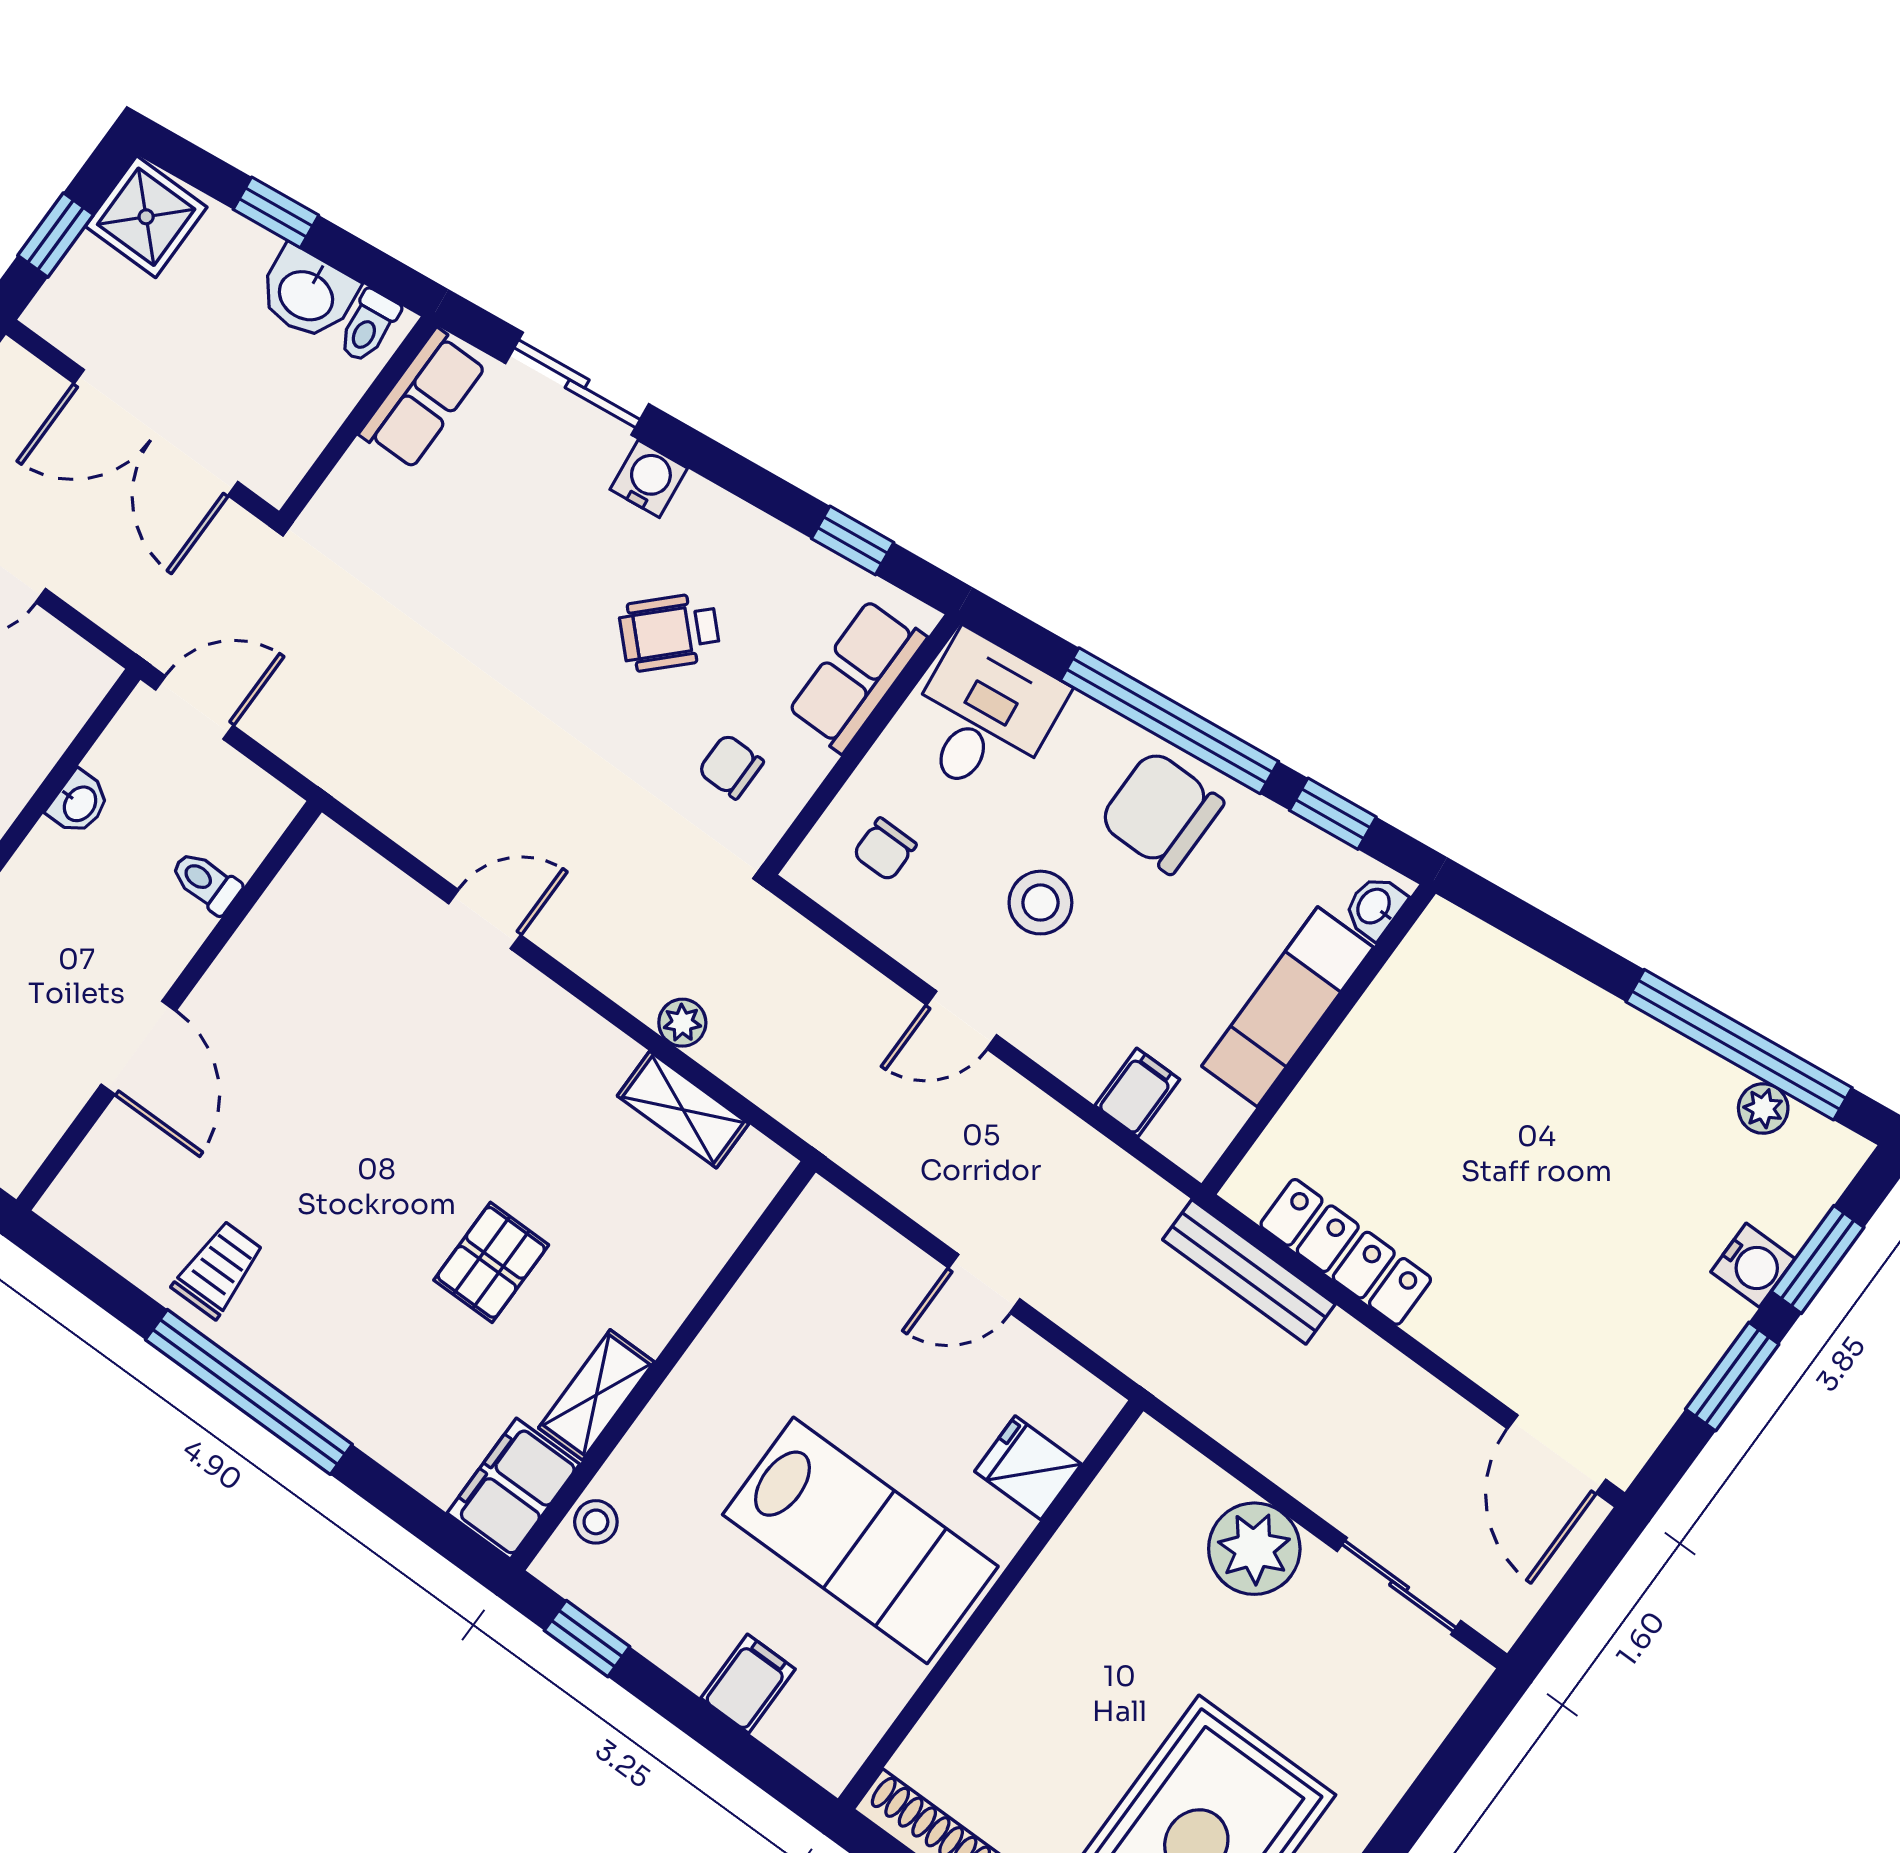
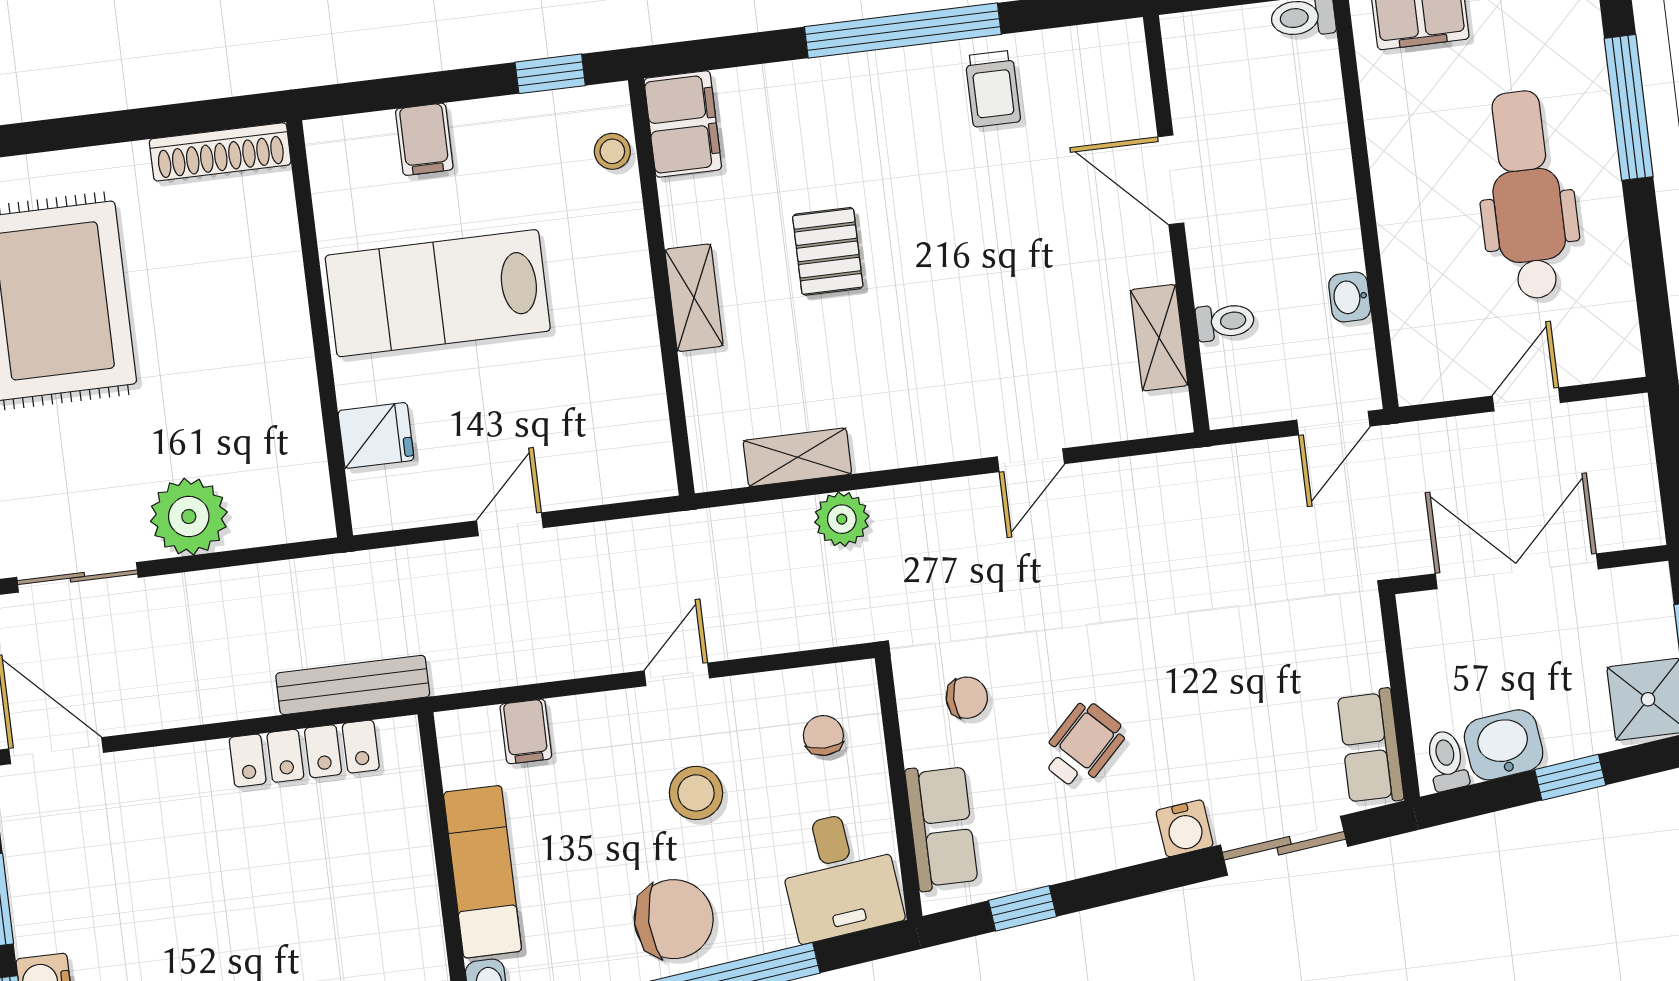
shelving: (276, 921) -> (1159, 338), added
plant: (682, 1023) -> (842, 519), width x1.38, depth x1.38
shelving: (596, 1395) -> (694, 298), moved

